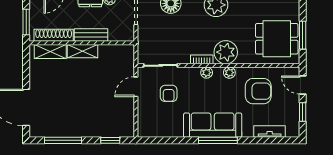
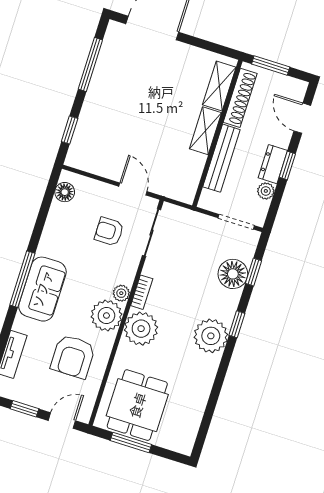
bench: (91, 35) -> (221, 158), width x1.36
plant: (229, 73) -> (106, 315), width x1.87, depth x1.87
sofa: (213, 125) -> (42, 289), width x0.73
floor lamp: (152, 131) -> (65, 192), added

